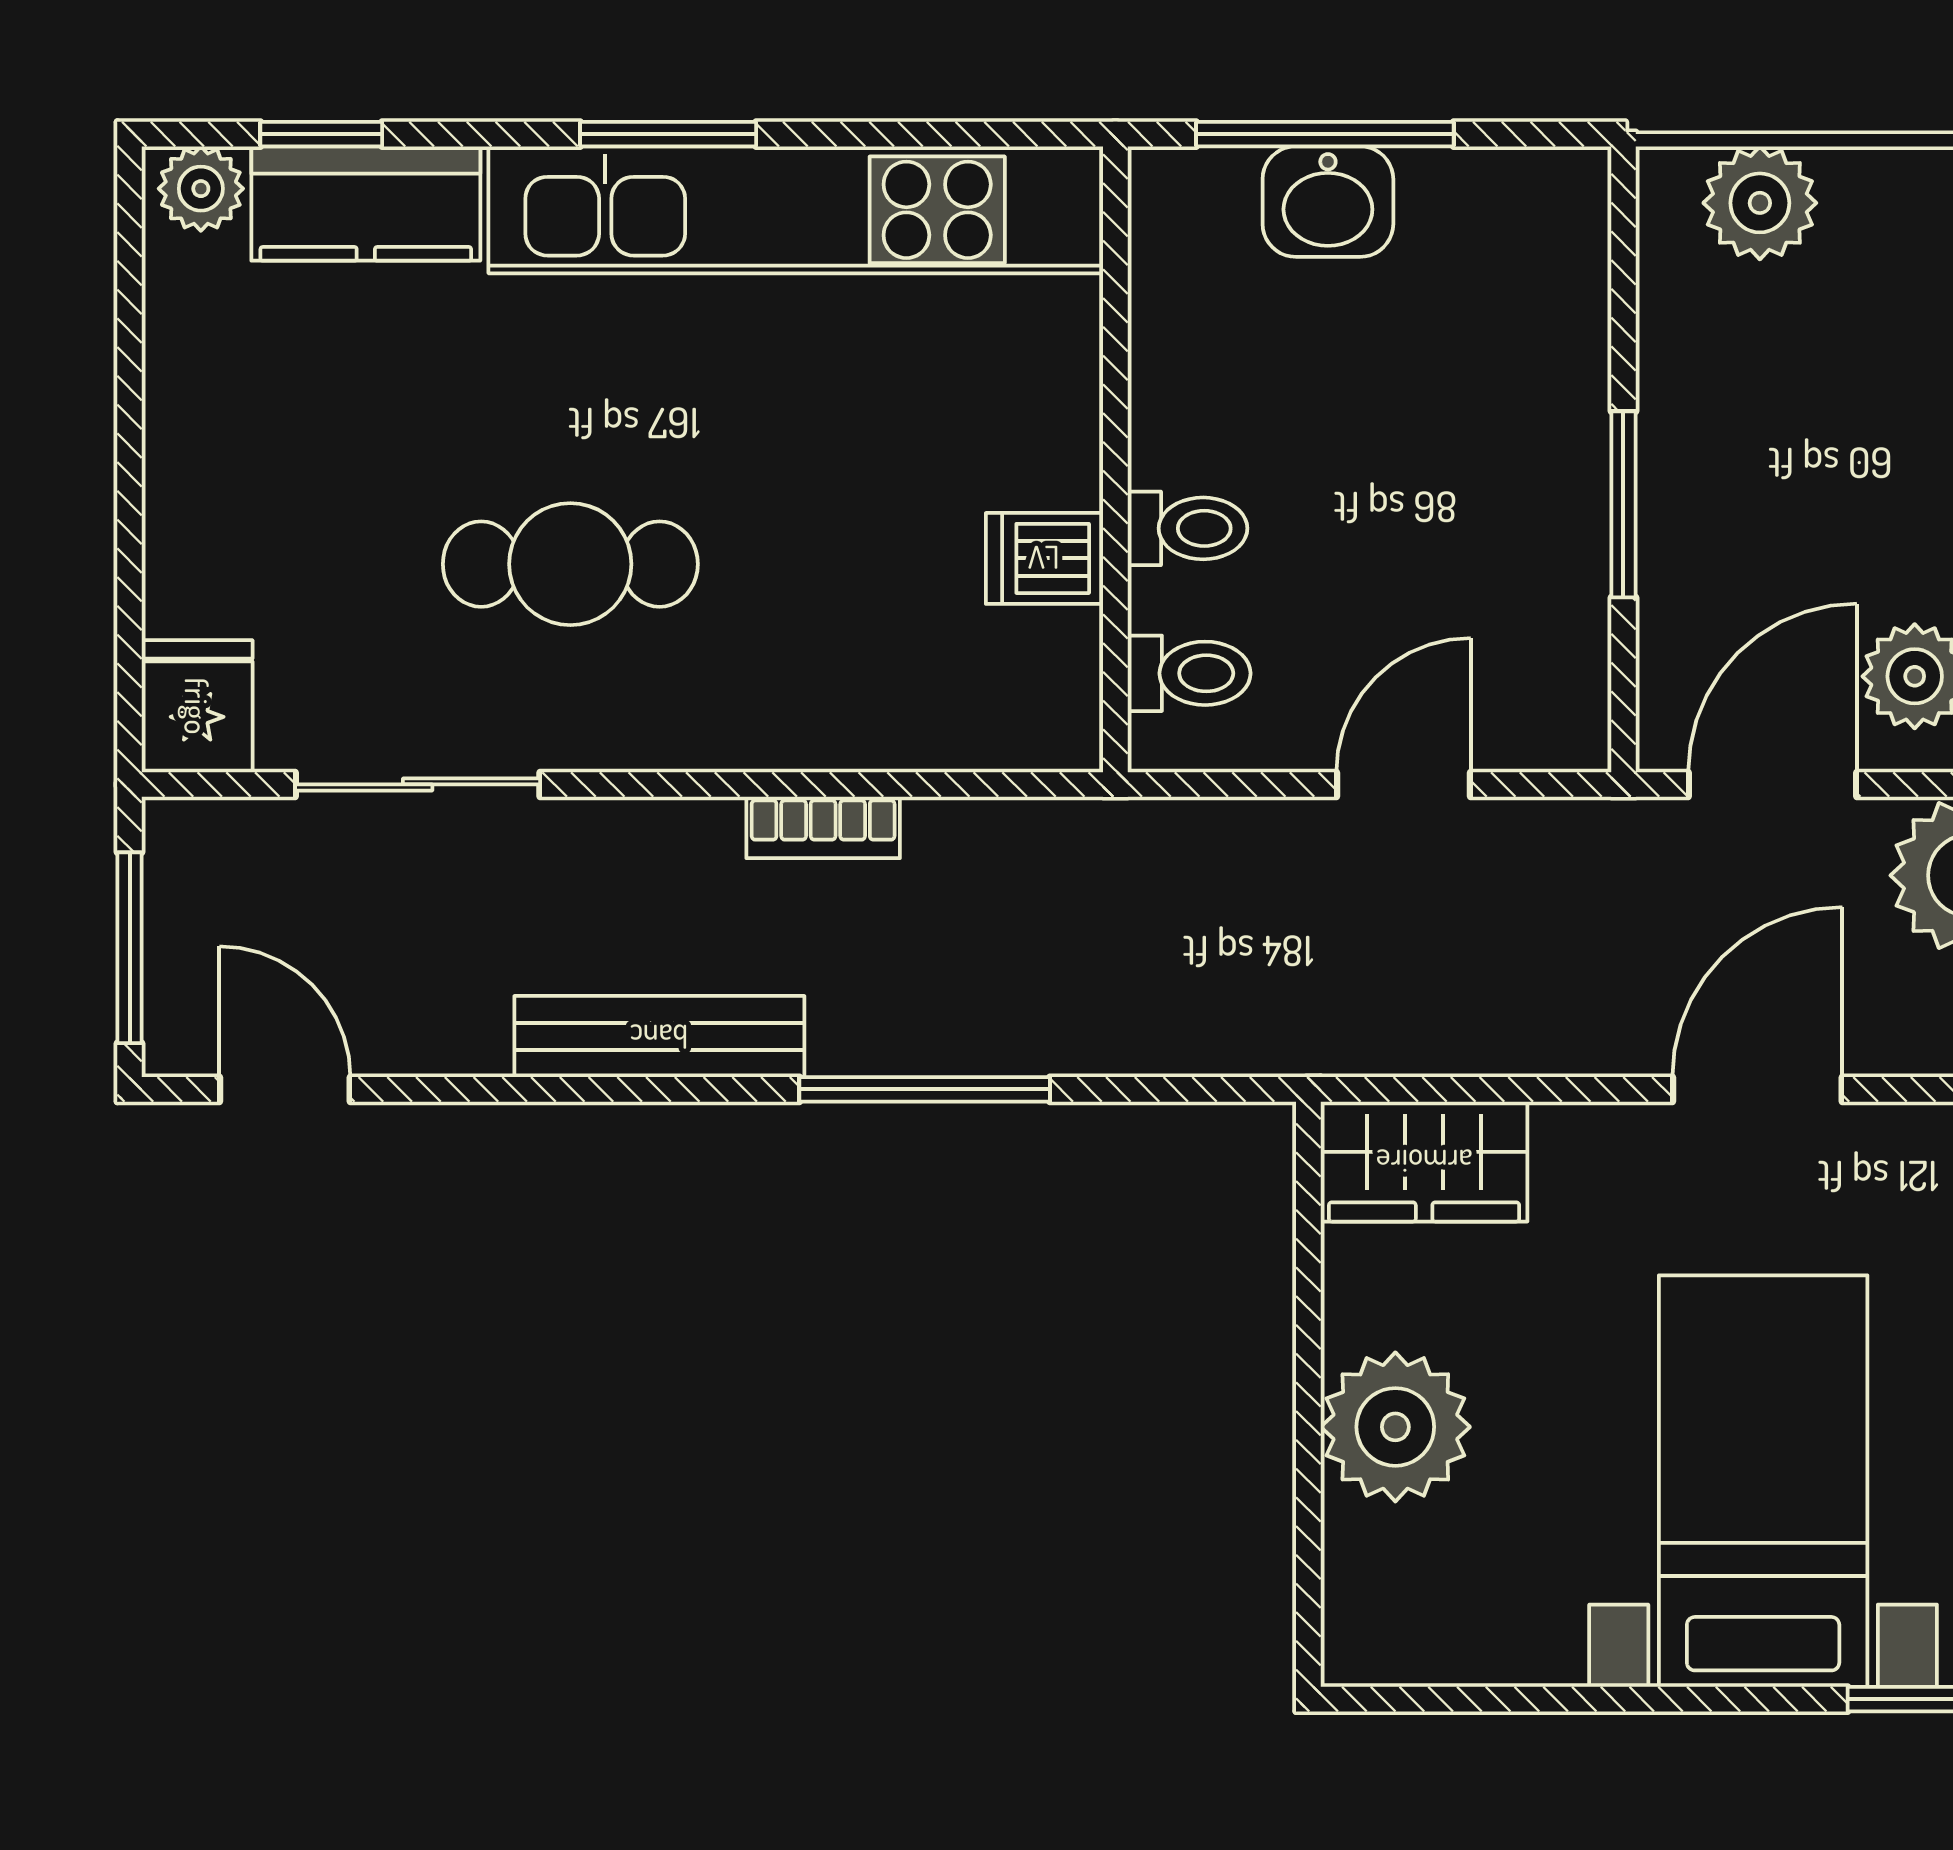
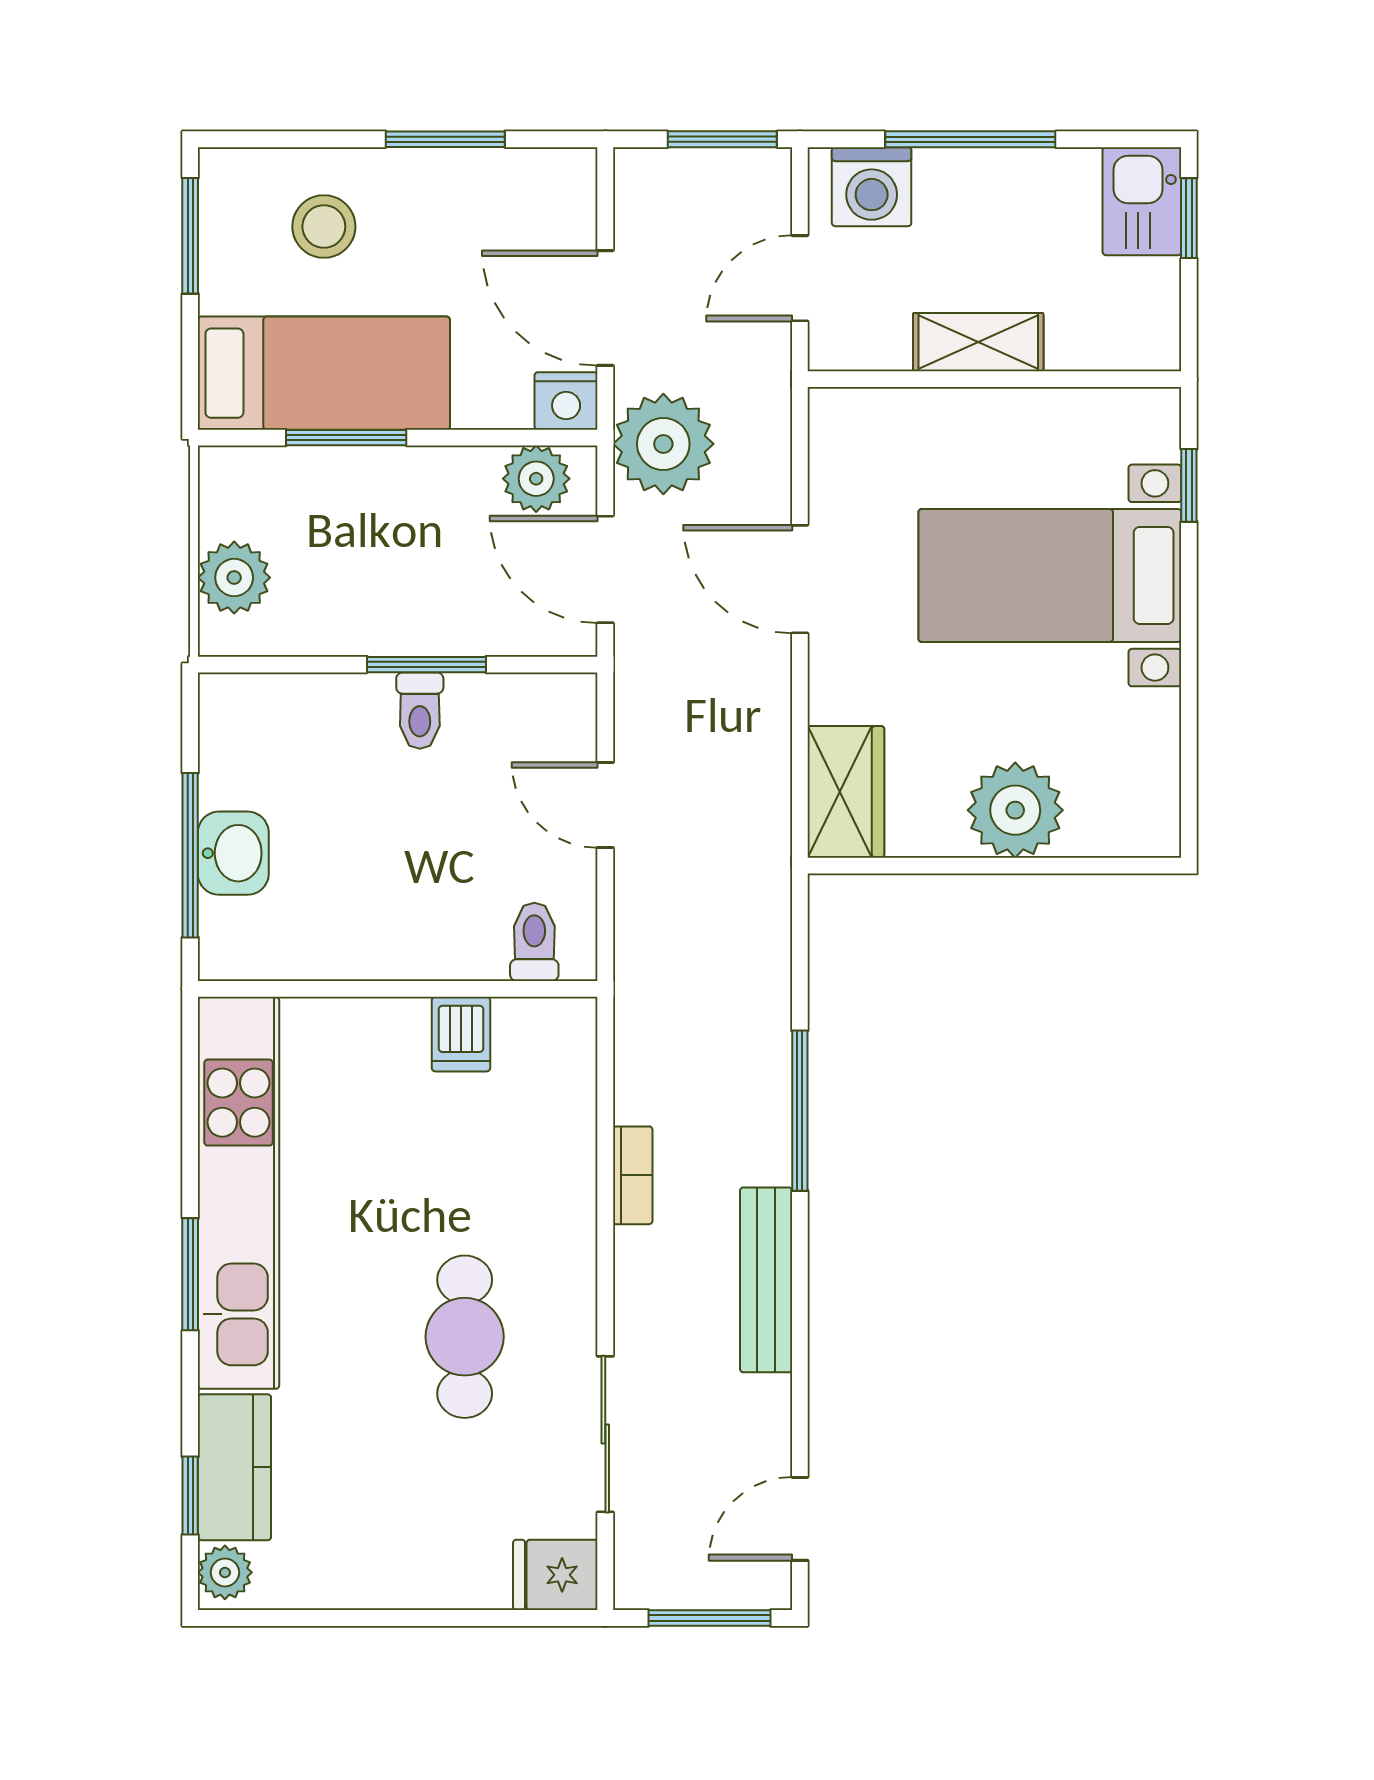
toilet: (1187, 528) -> (420, 711), moved, turned 180

